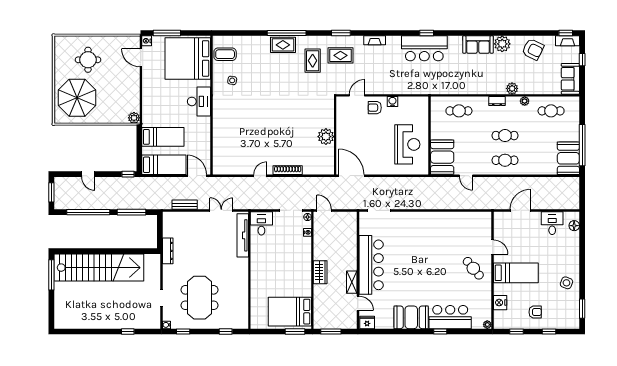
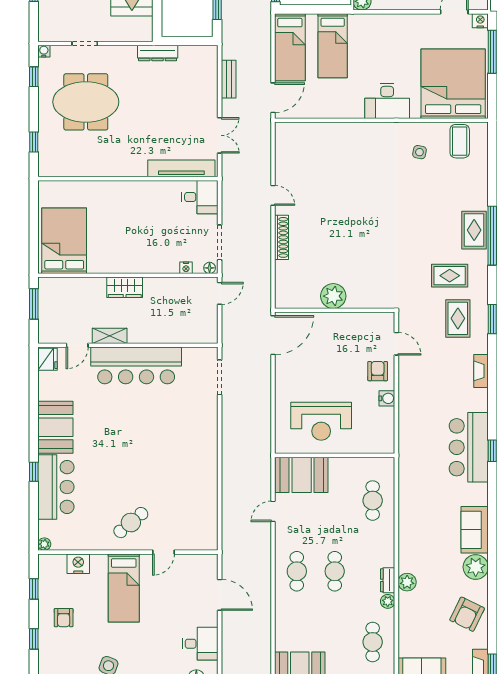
dresser: (497, 101) -> (388, 580), moved
window: (295, 331) -> (34, 249), removed

